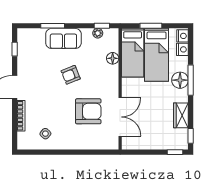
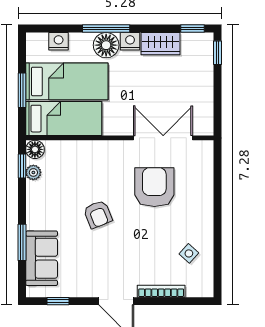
nightstand: (182, 36) -> (130, 41), moved
sofa: (63, 38) -> (42, 258), moved
floor lamp: (113, 58) -> (35, 149), moved

